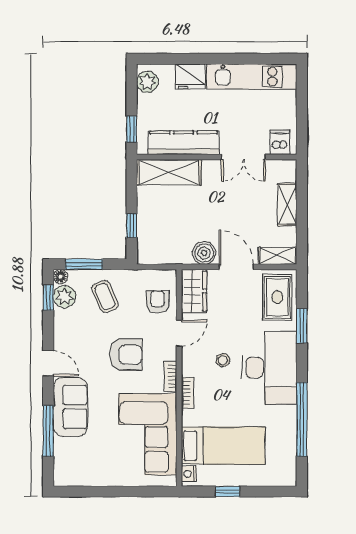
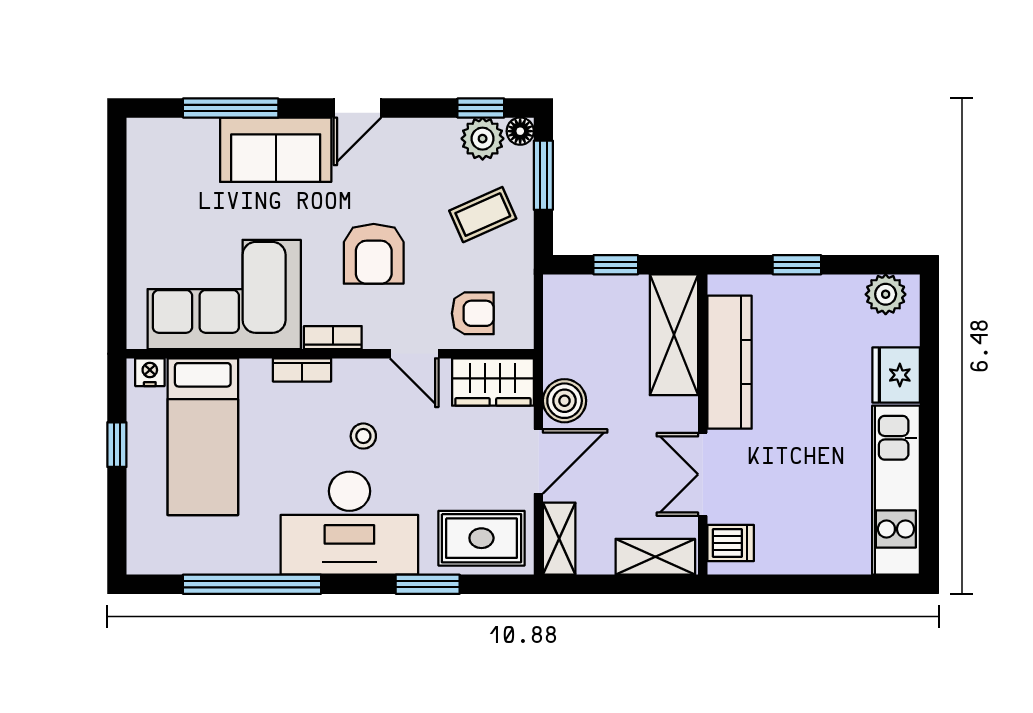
dishwasher: (280, 142) -> (731, 543), moved
kitchen counter: (184, 143) -> (729, 362), moved
wall: (217, 157) -> (703, 424), moved
double door: (243, 157) -> (703, 474), moved
shelving: (169, 172) -> (674, 335), moved

